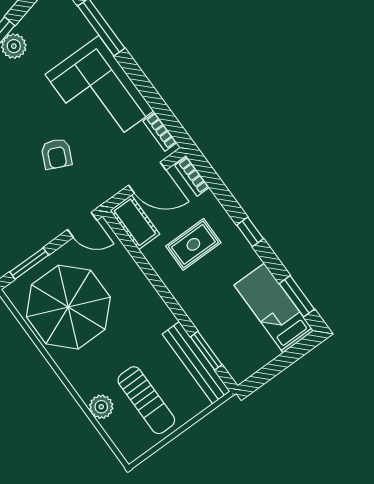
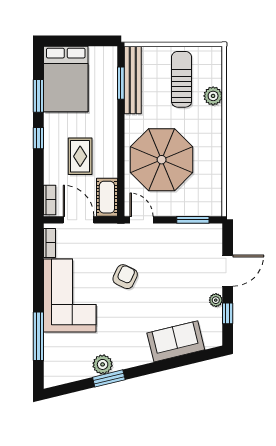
rug: (193, 244) -> (80, 156), turned 90
window: (297, 296) -> (38, 96), moved
parasol: (68, 307) -> (162, 160), moved
bed: (274, 308) -> (66, 79), width x1.50

